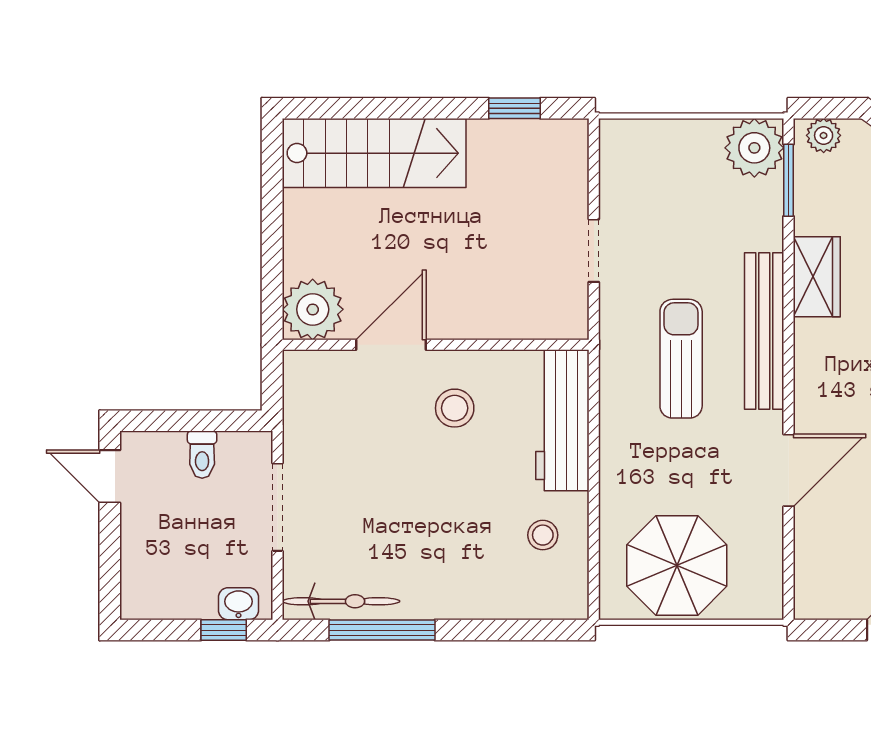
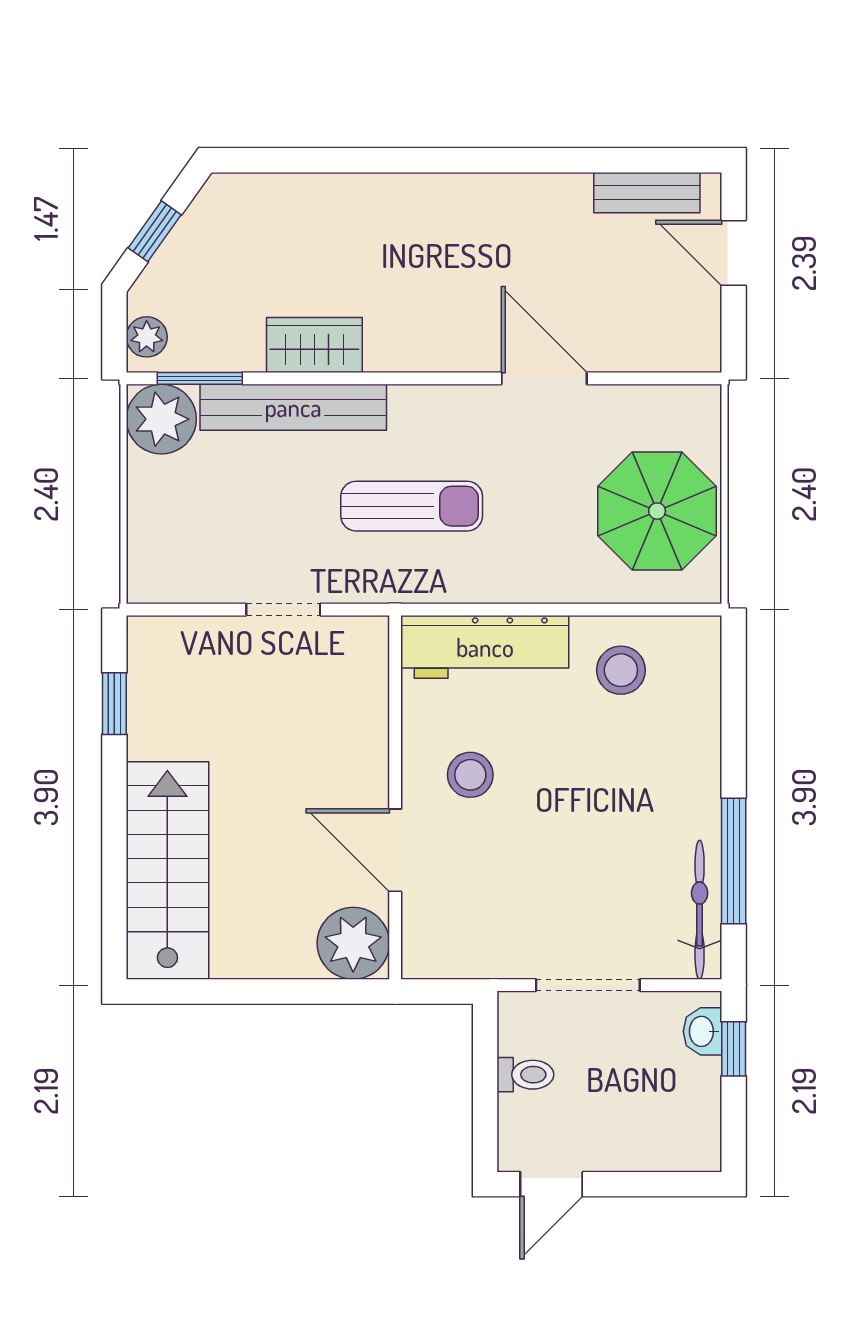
bench: (764, 331) -> (293, 407), moved
sun lounger: (681, 359) -> (412, 506), turned 180
stool: (543, 535) -> (621, 670), width x1.37, depth x1.37

